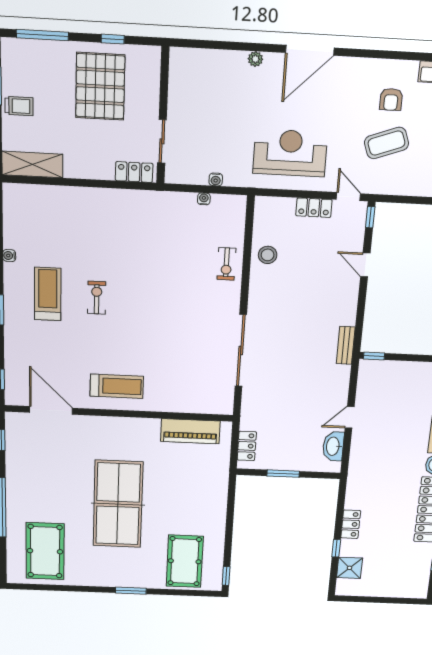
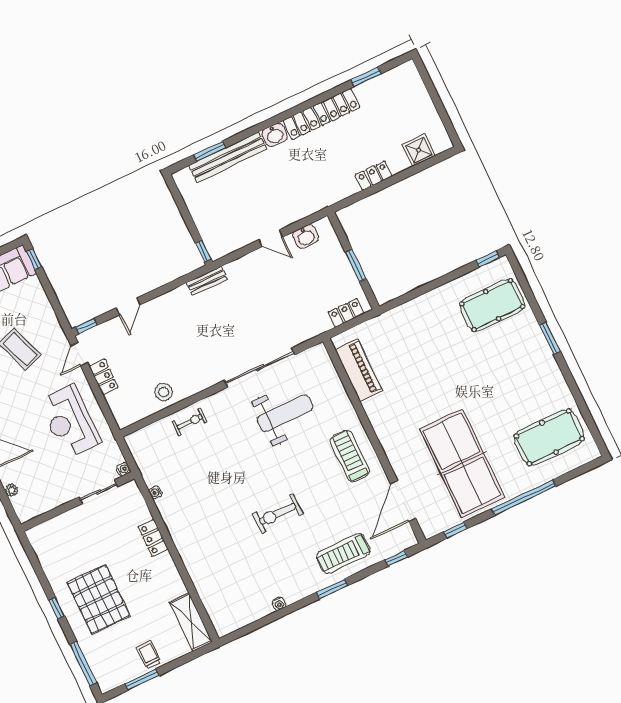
pallet: (100, 86) -> (99, 599), turned 90
wall: (163, 116) -> (78, 502), moved
sliding door: (162, 141) -> (98, 492), moved
water cooler: (204, 199) -> (155, 493), moved
treadmill: (48, 294) -> (343, 553), moved
exercise bike: (97, 298) -> (277, 514), width x1.38, depth x1.39
weight bench: (187, 351) -> (285, 413), added
washbasin: (333, 446) -> (306, 236), width x0.72
table tennis table: (118, 504) -> (462, 463), moved, turned 90
window: (336, 548) -> (405, 174), removed

